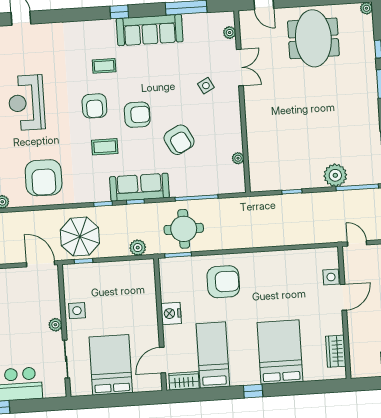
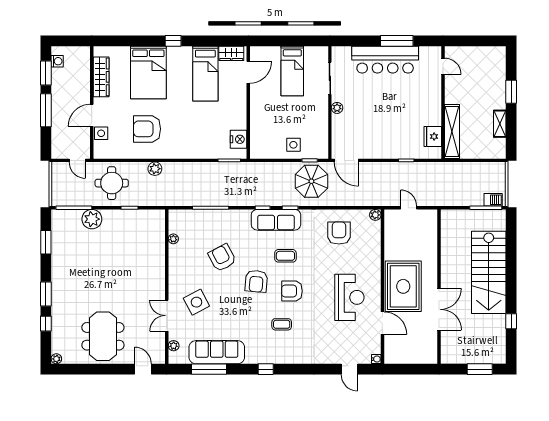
sofa: (150, 30) -> (217, 352), moved
side table: (206, 86) -> (196, 302), width x1.87, depth x1.87
armchair: (94, 106) -> (292, 291), turned -90
armchair: (137, 115) -> (256, 281), turned -85
armchair: (44, 178) -> (339, 233), width x0.73, depth x0.73
sofa: (139, 187) -> (276, 220), moved
round table: (184, 229) -> (112, 183), moved
plant: (138, 248) -> (155, 169), moved
armchair: (223, 282) -> (147, 129), moved
side table: (77, 311) -> (293, 145), moved
nightstand: (171, 313) -> (239, 139), moved
wardrobe: (336, 351) -> (101, 77), width x1.50
bed: (111, 365) -> (292, 71), width x0.67

